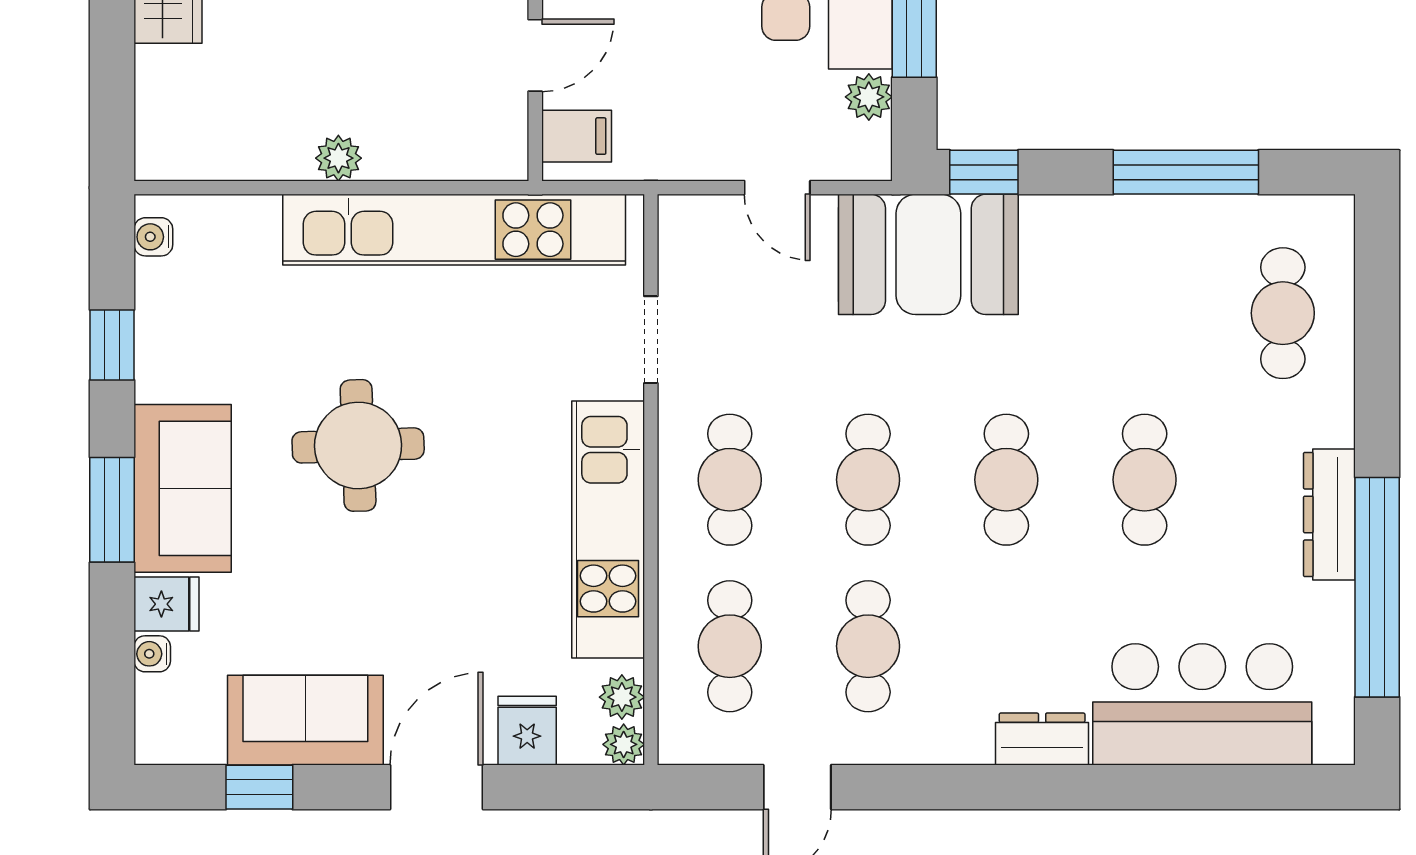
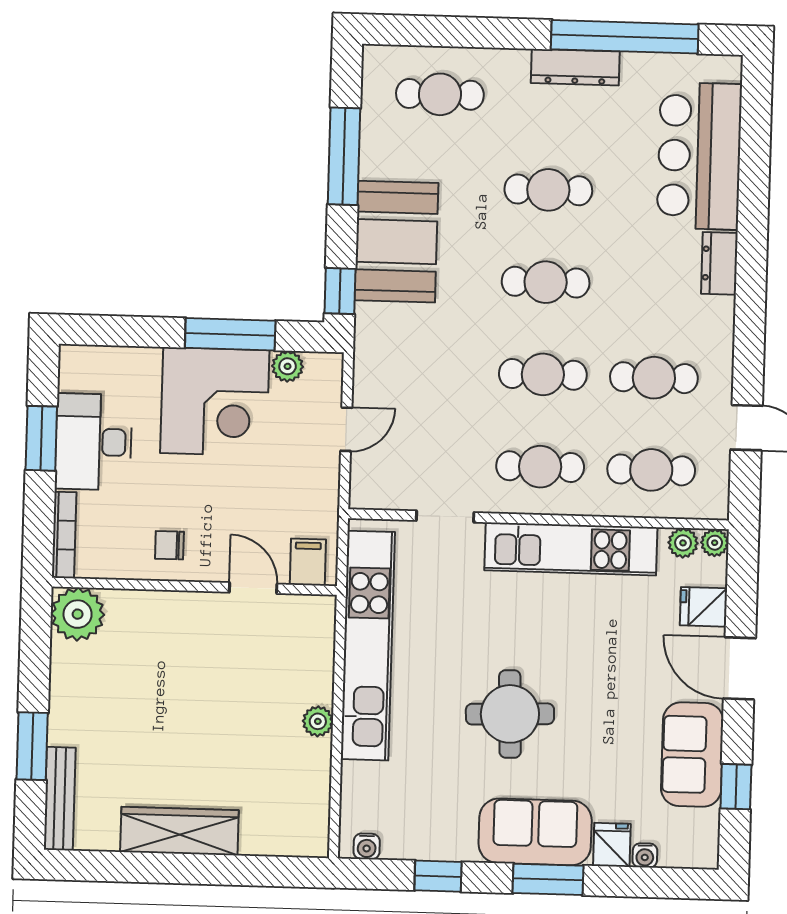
booth: (928, 254) -> (396, 242), moved

